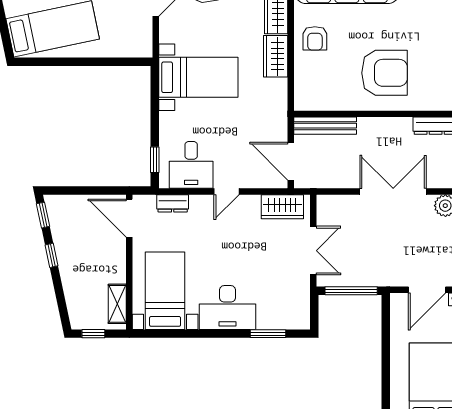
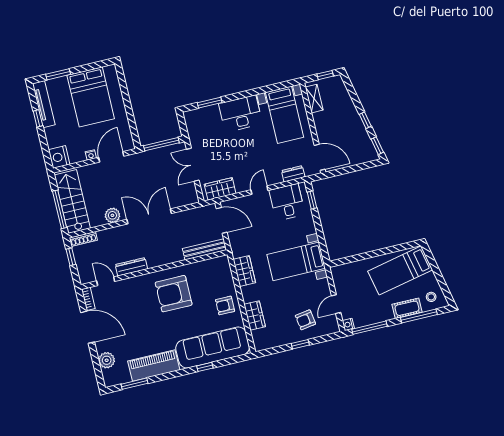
armchair: (315, 38) -> (225, 306), turned -90
wardrobe: (276, 56) -> (244, 271), moved
double door: (393, 192) -> (149, 216), swing flipped

